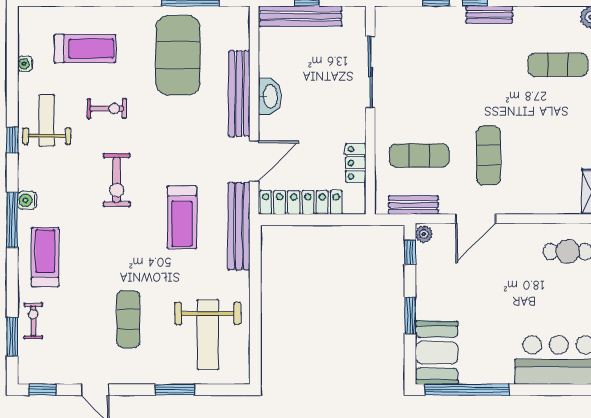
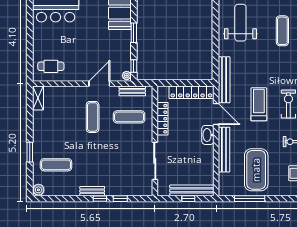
washbasin: (270, 96) -> (208, 135), moved
door: (254, 161) -> (216, 114), swing flipped
locker: (356, 163) -> (163, 119), width x1.53
treadmill: (182, 217) -> (259, 104), moved

